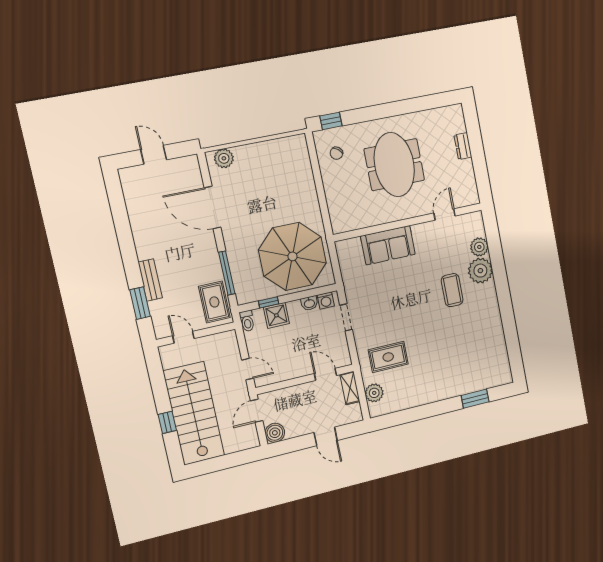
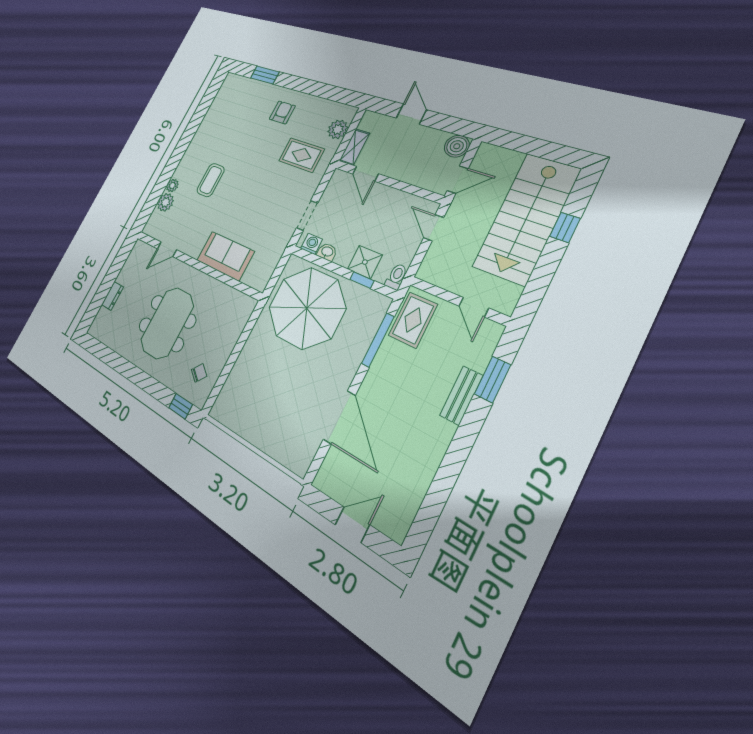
door: (154, 155) -> (352, 525), swing flipped
plant: (224, 158) -> (291, 457), removed
plant: (480, 271) -> (172, 185), width x0.53, depth x0.53
armchair: (433, 379) -> (282, 112), added

